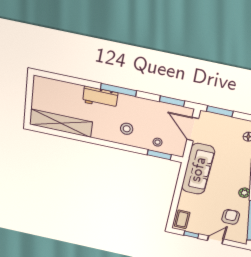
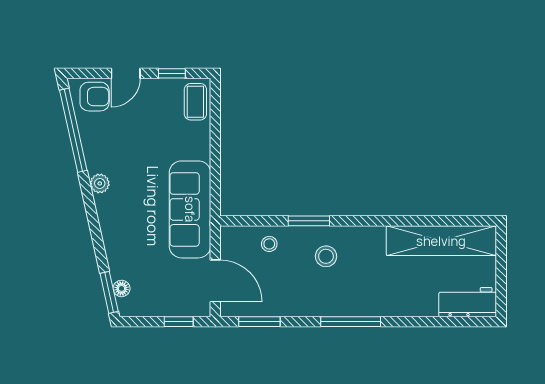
workbench: (100, 97) -> (468, 302), moved
window: (220, 111) -> (179, 322), width x0.67
window: (159, 155) -> (309, 221), moved
armchair: (231, 217) -> (95, 97), moved, turned -90

